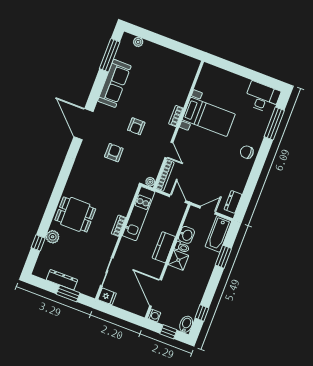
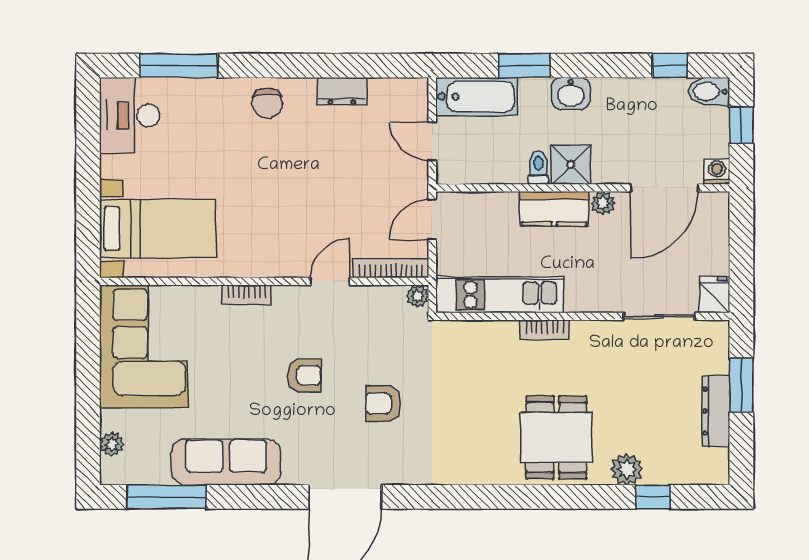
corner sofa: (171, 69) -> (144, 346), added
bed with nightstands: (209, 117) -> (158, 229), moved, turned 90
dresser: (233, 202) -> (342, 91), moved
washbasin: (186, 235) -> (571, 93), moved, turned 180
plant: (159, 267) -> (603, 203), added

